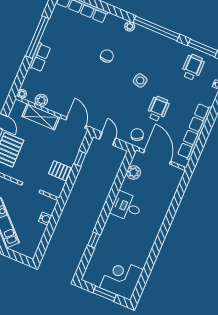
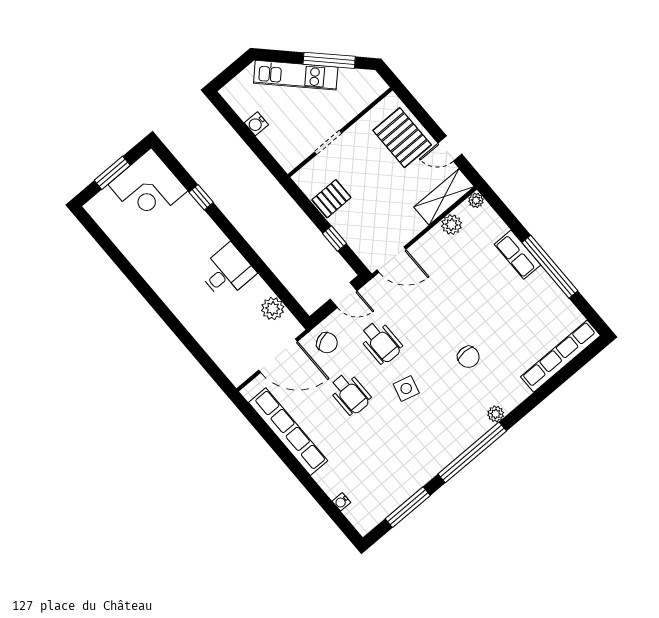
wheelchair: (193, 67) -> (381, 342), moved
shelving: (41, 117) -> (444, 197), moved
water cooler: (45, 219) -> (256, 124), moved
corner desk: (121, 279) -> (148, 188), moved, turned 90

